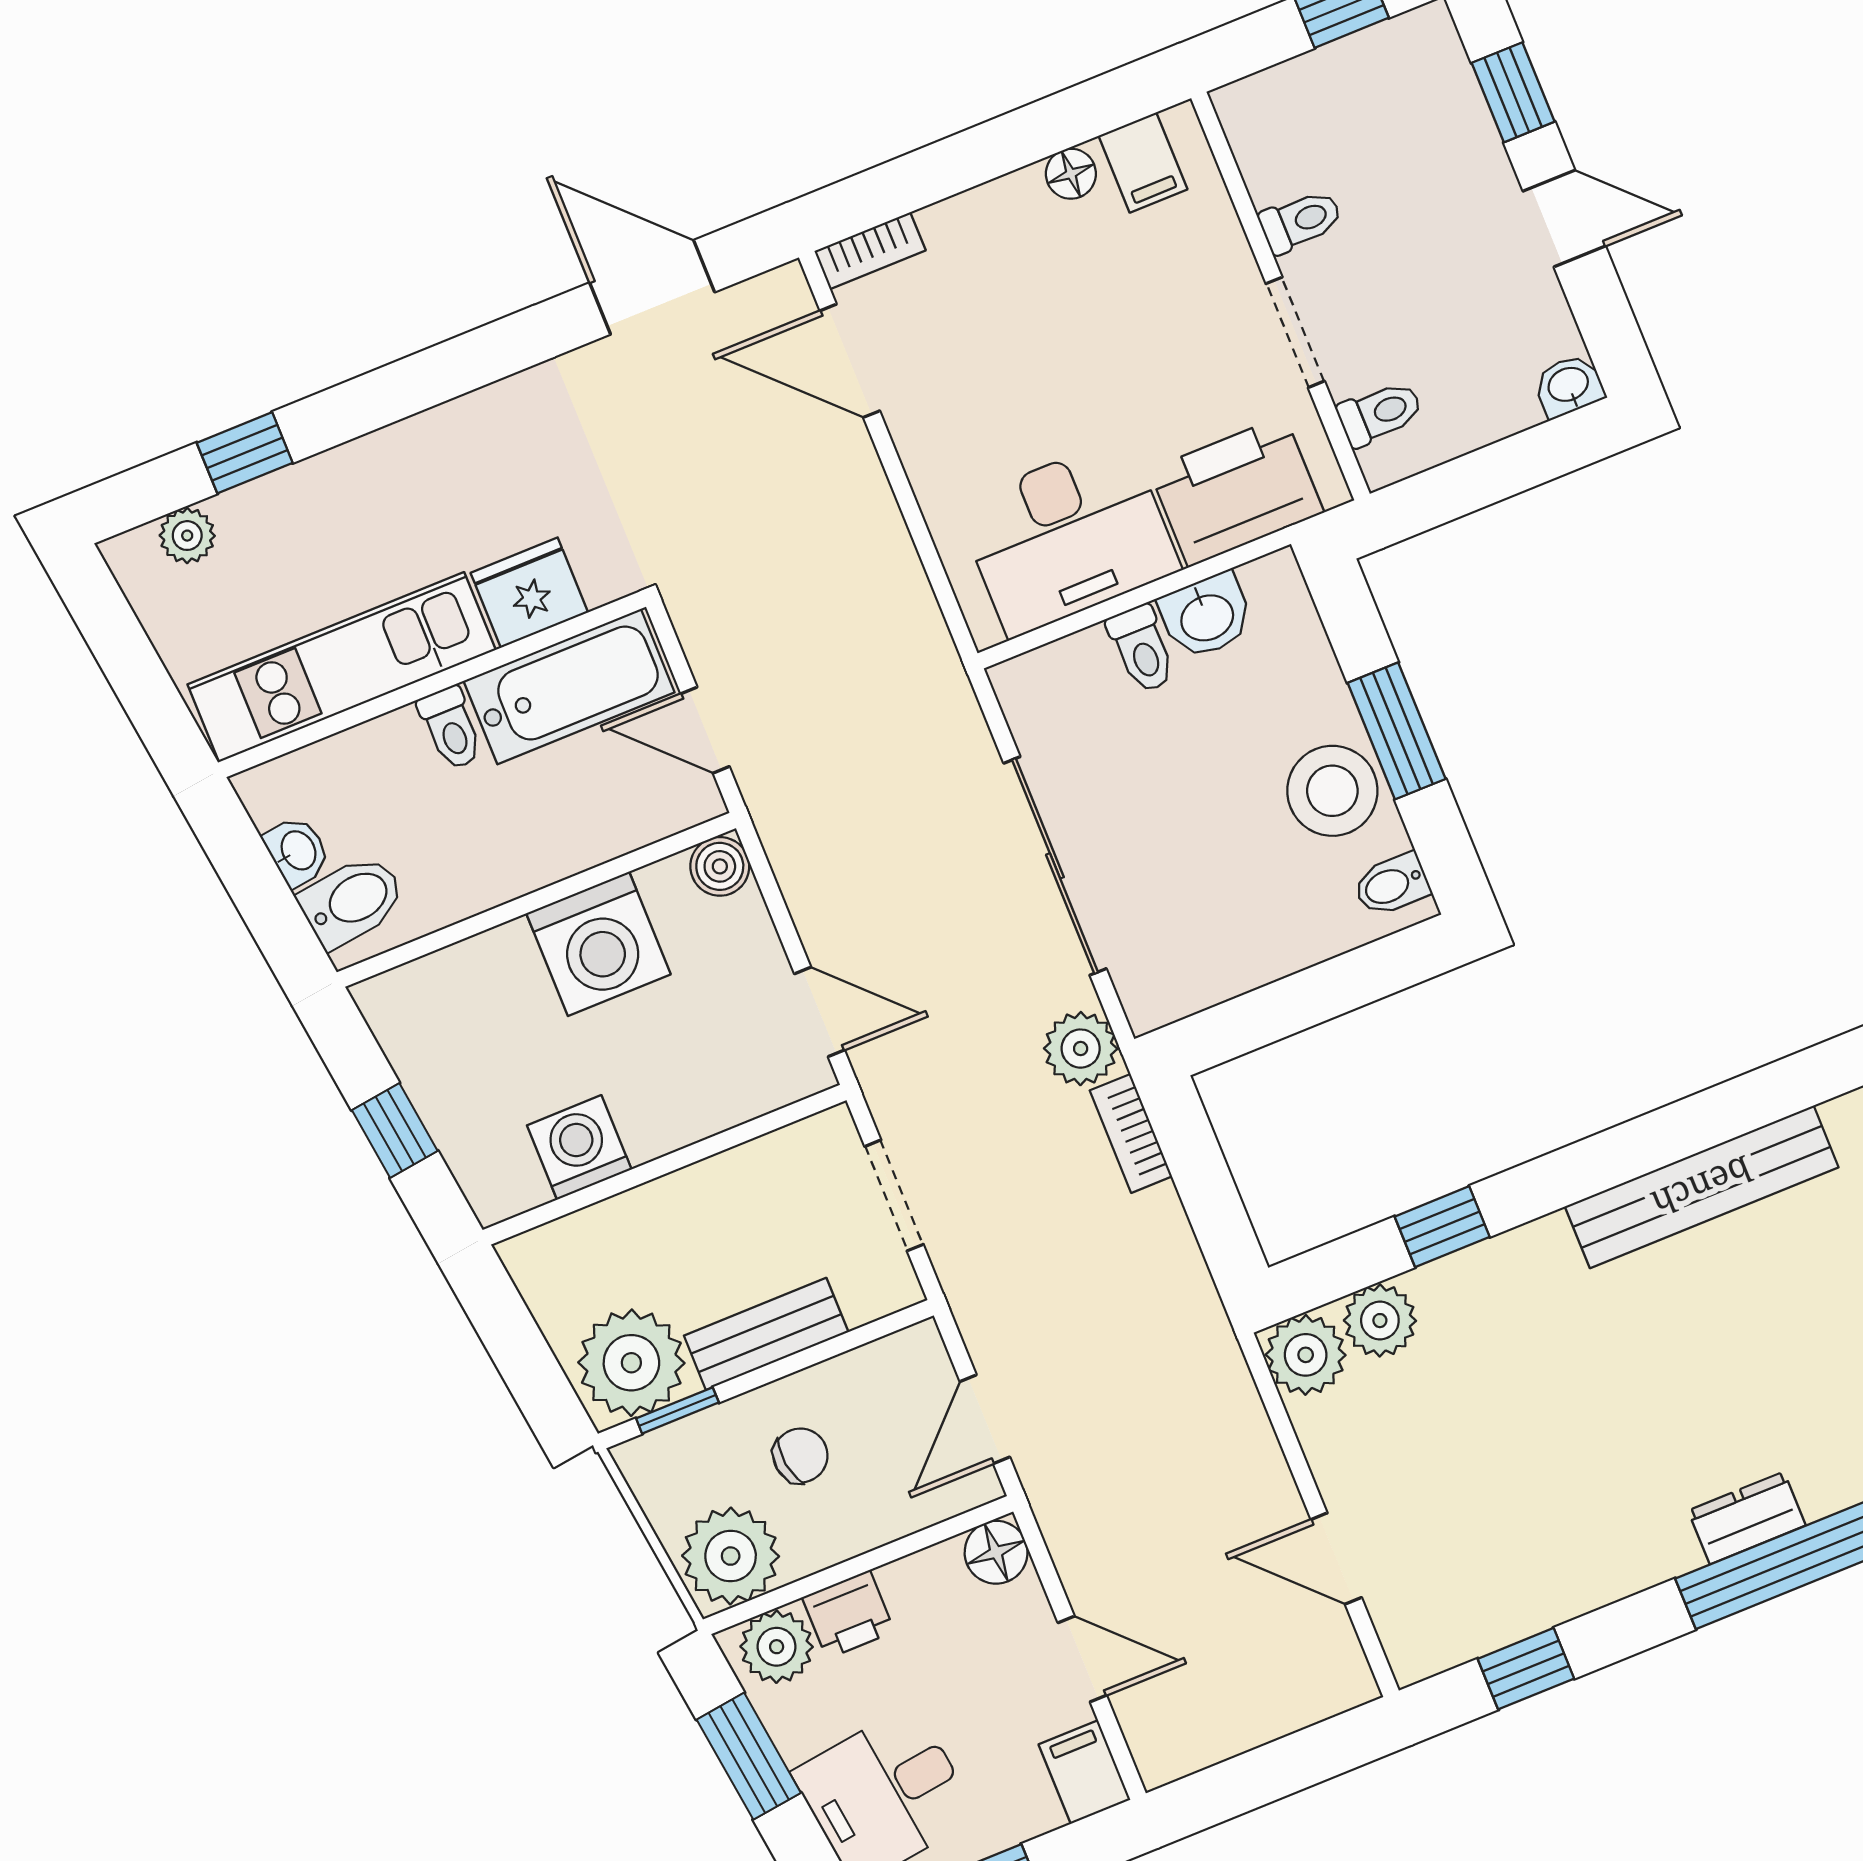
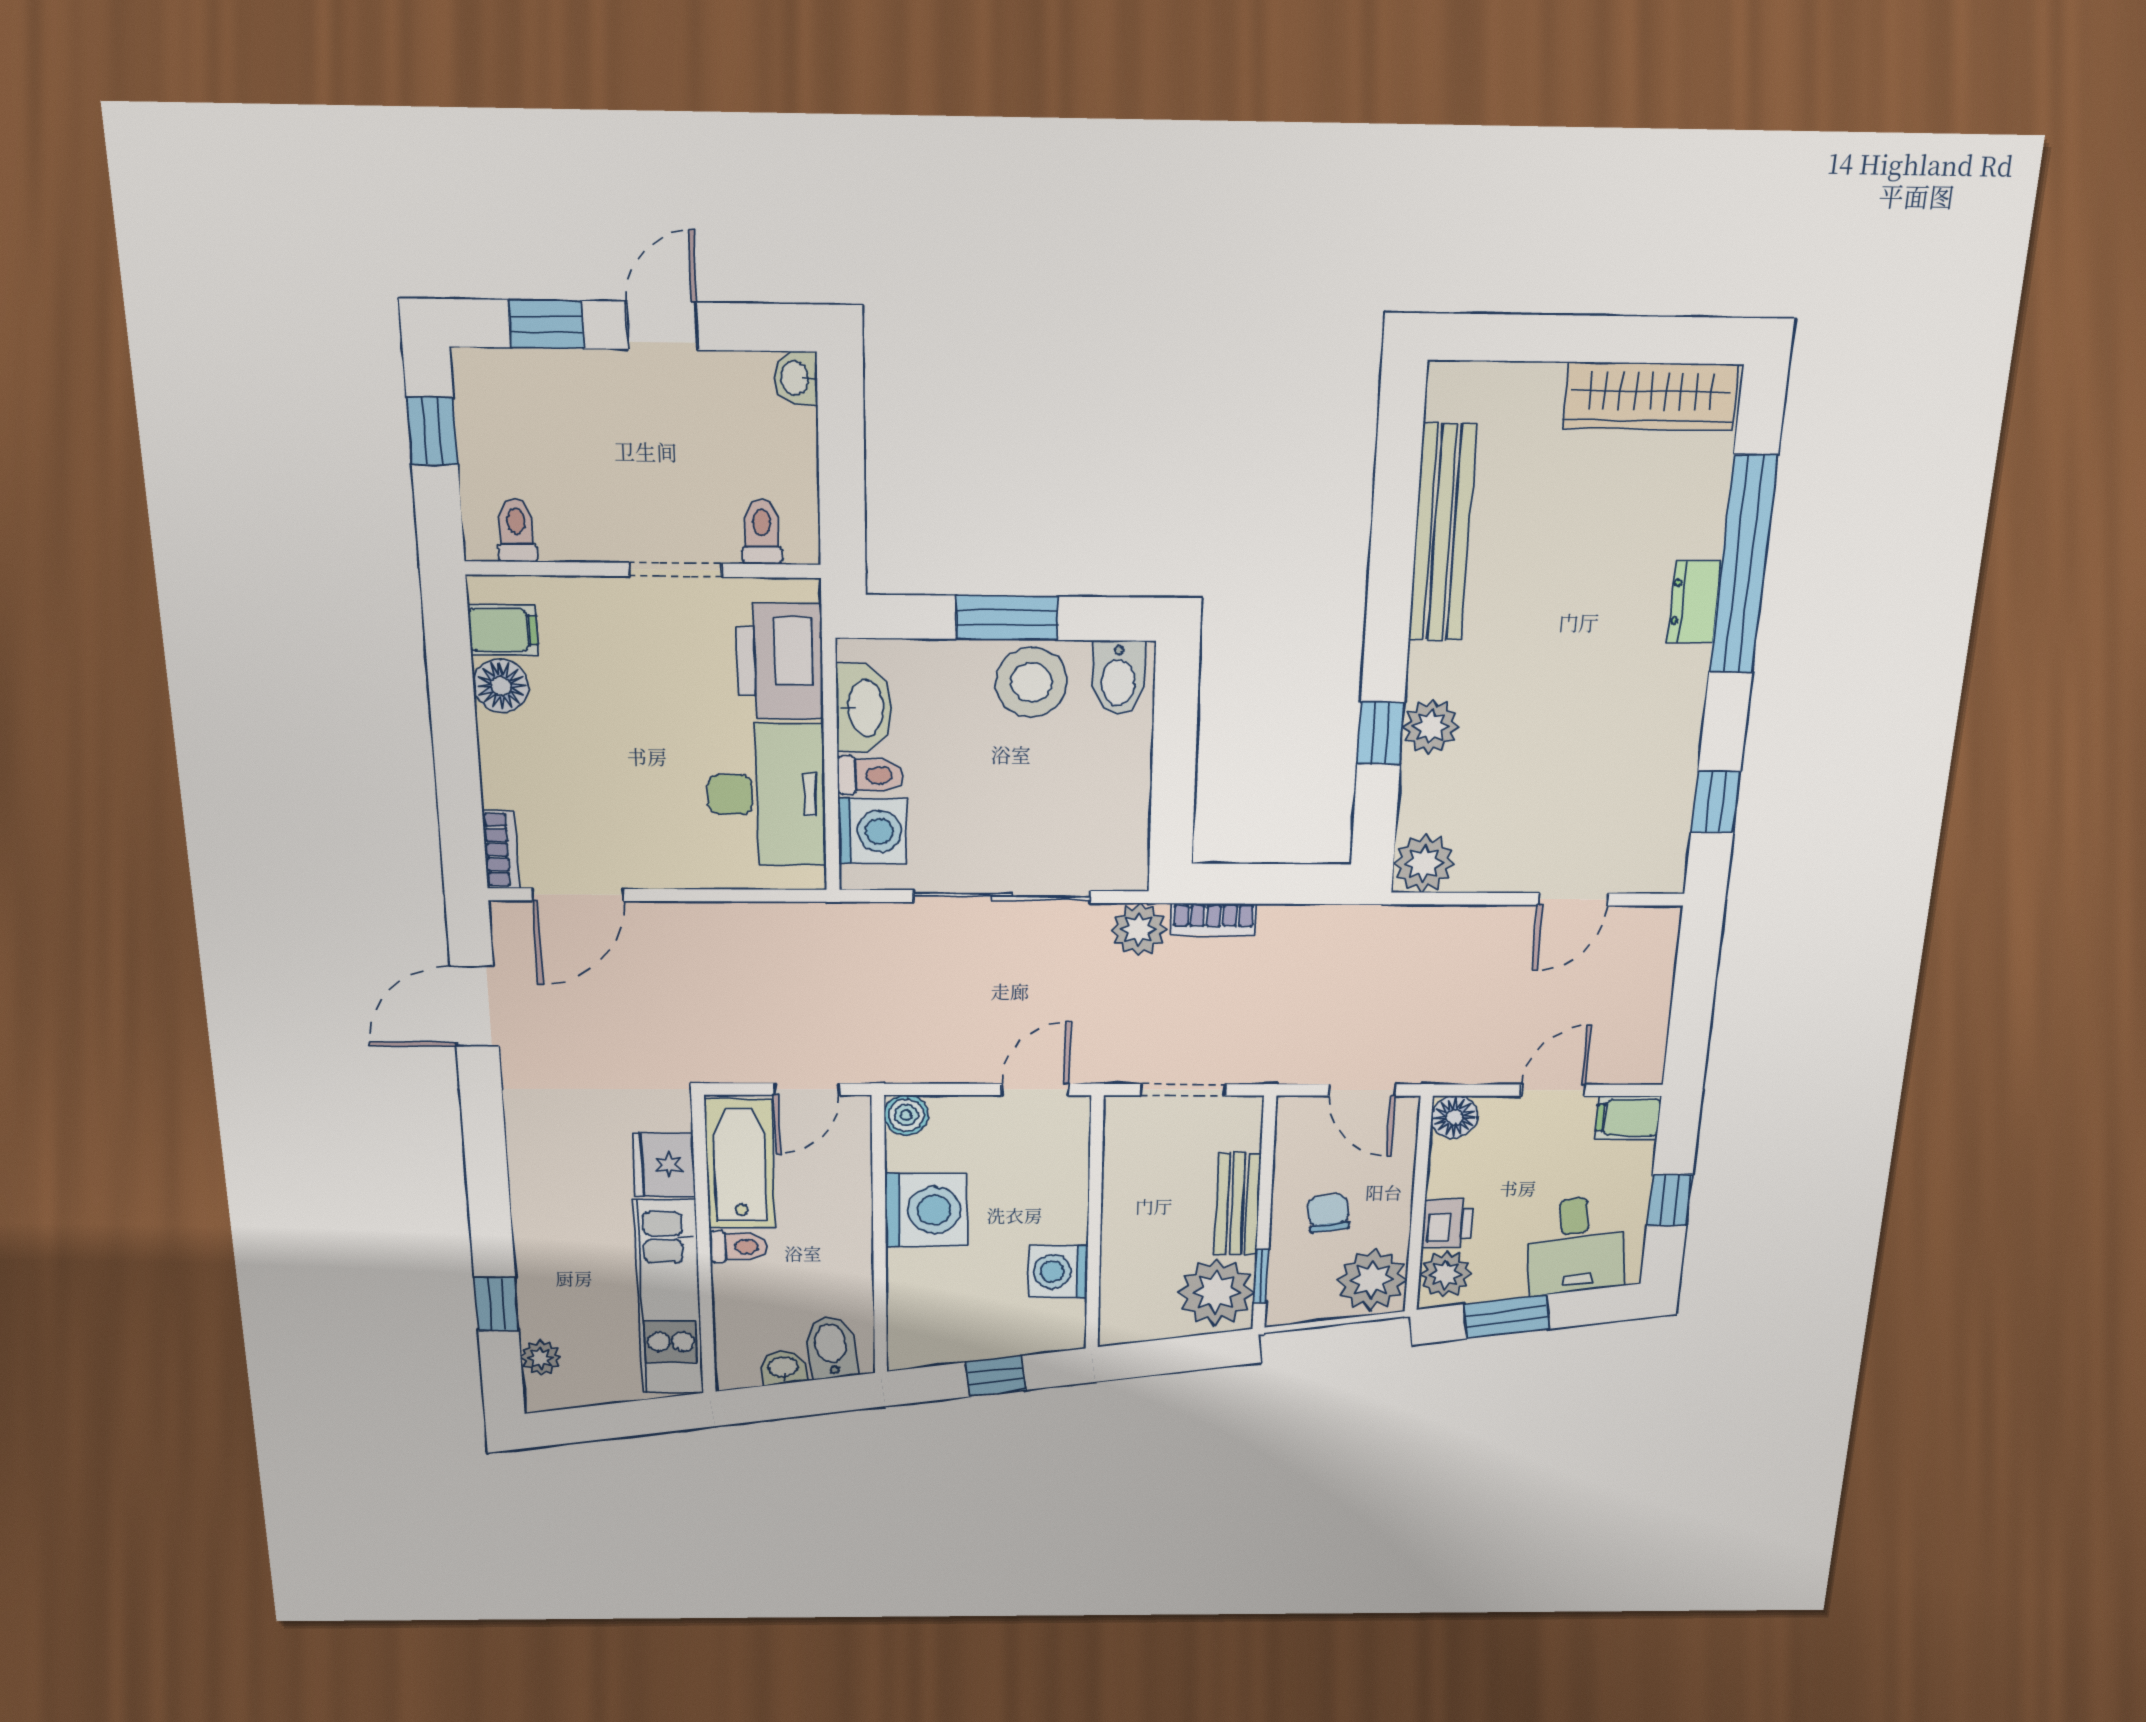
floor lamp: (1071, 174) -> (501, 686), width x1.37, depth x1.37
toilet: (1301, 221) -> (516, 530), moved
washbasin: (1206, 616) -> (864, 708), width x1.38
washing machine: (1074, 679) -> (873, 831), added
bidet: (1392, 885) -> (1118, 678), width x1.38, depth x1.36
plant: (1380, 1321) -> (1431, 727), moved

